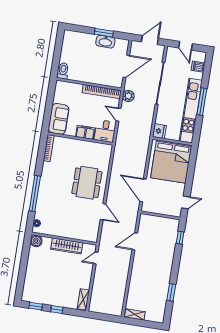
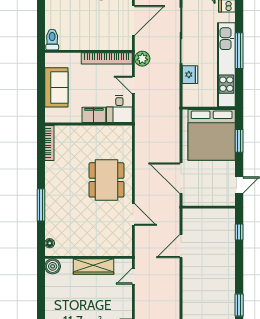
sofa: (59, 119) -> (56, 87), moved
fridge: (159, 131) -> (190, 75), moved
window: (191, 169) -> (239, 141), added
window: (35, 194) -> (41, 205), width x0.68

